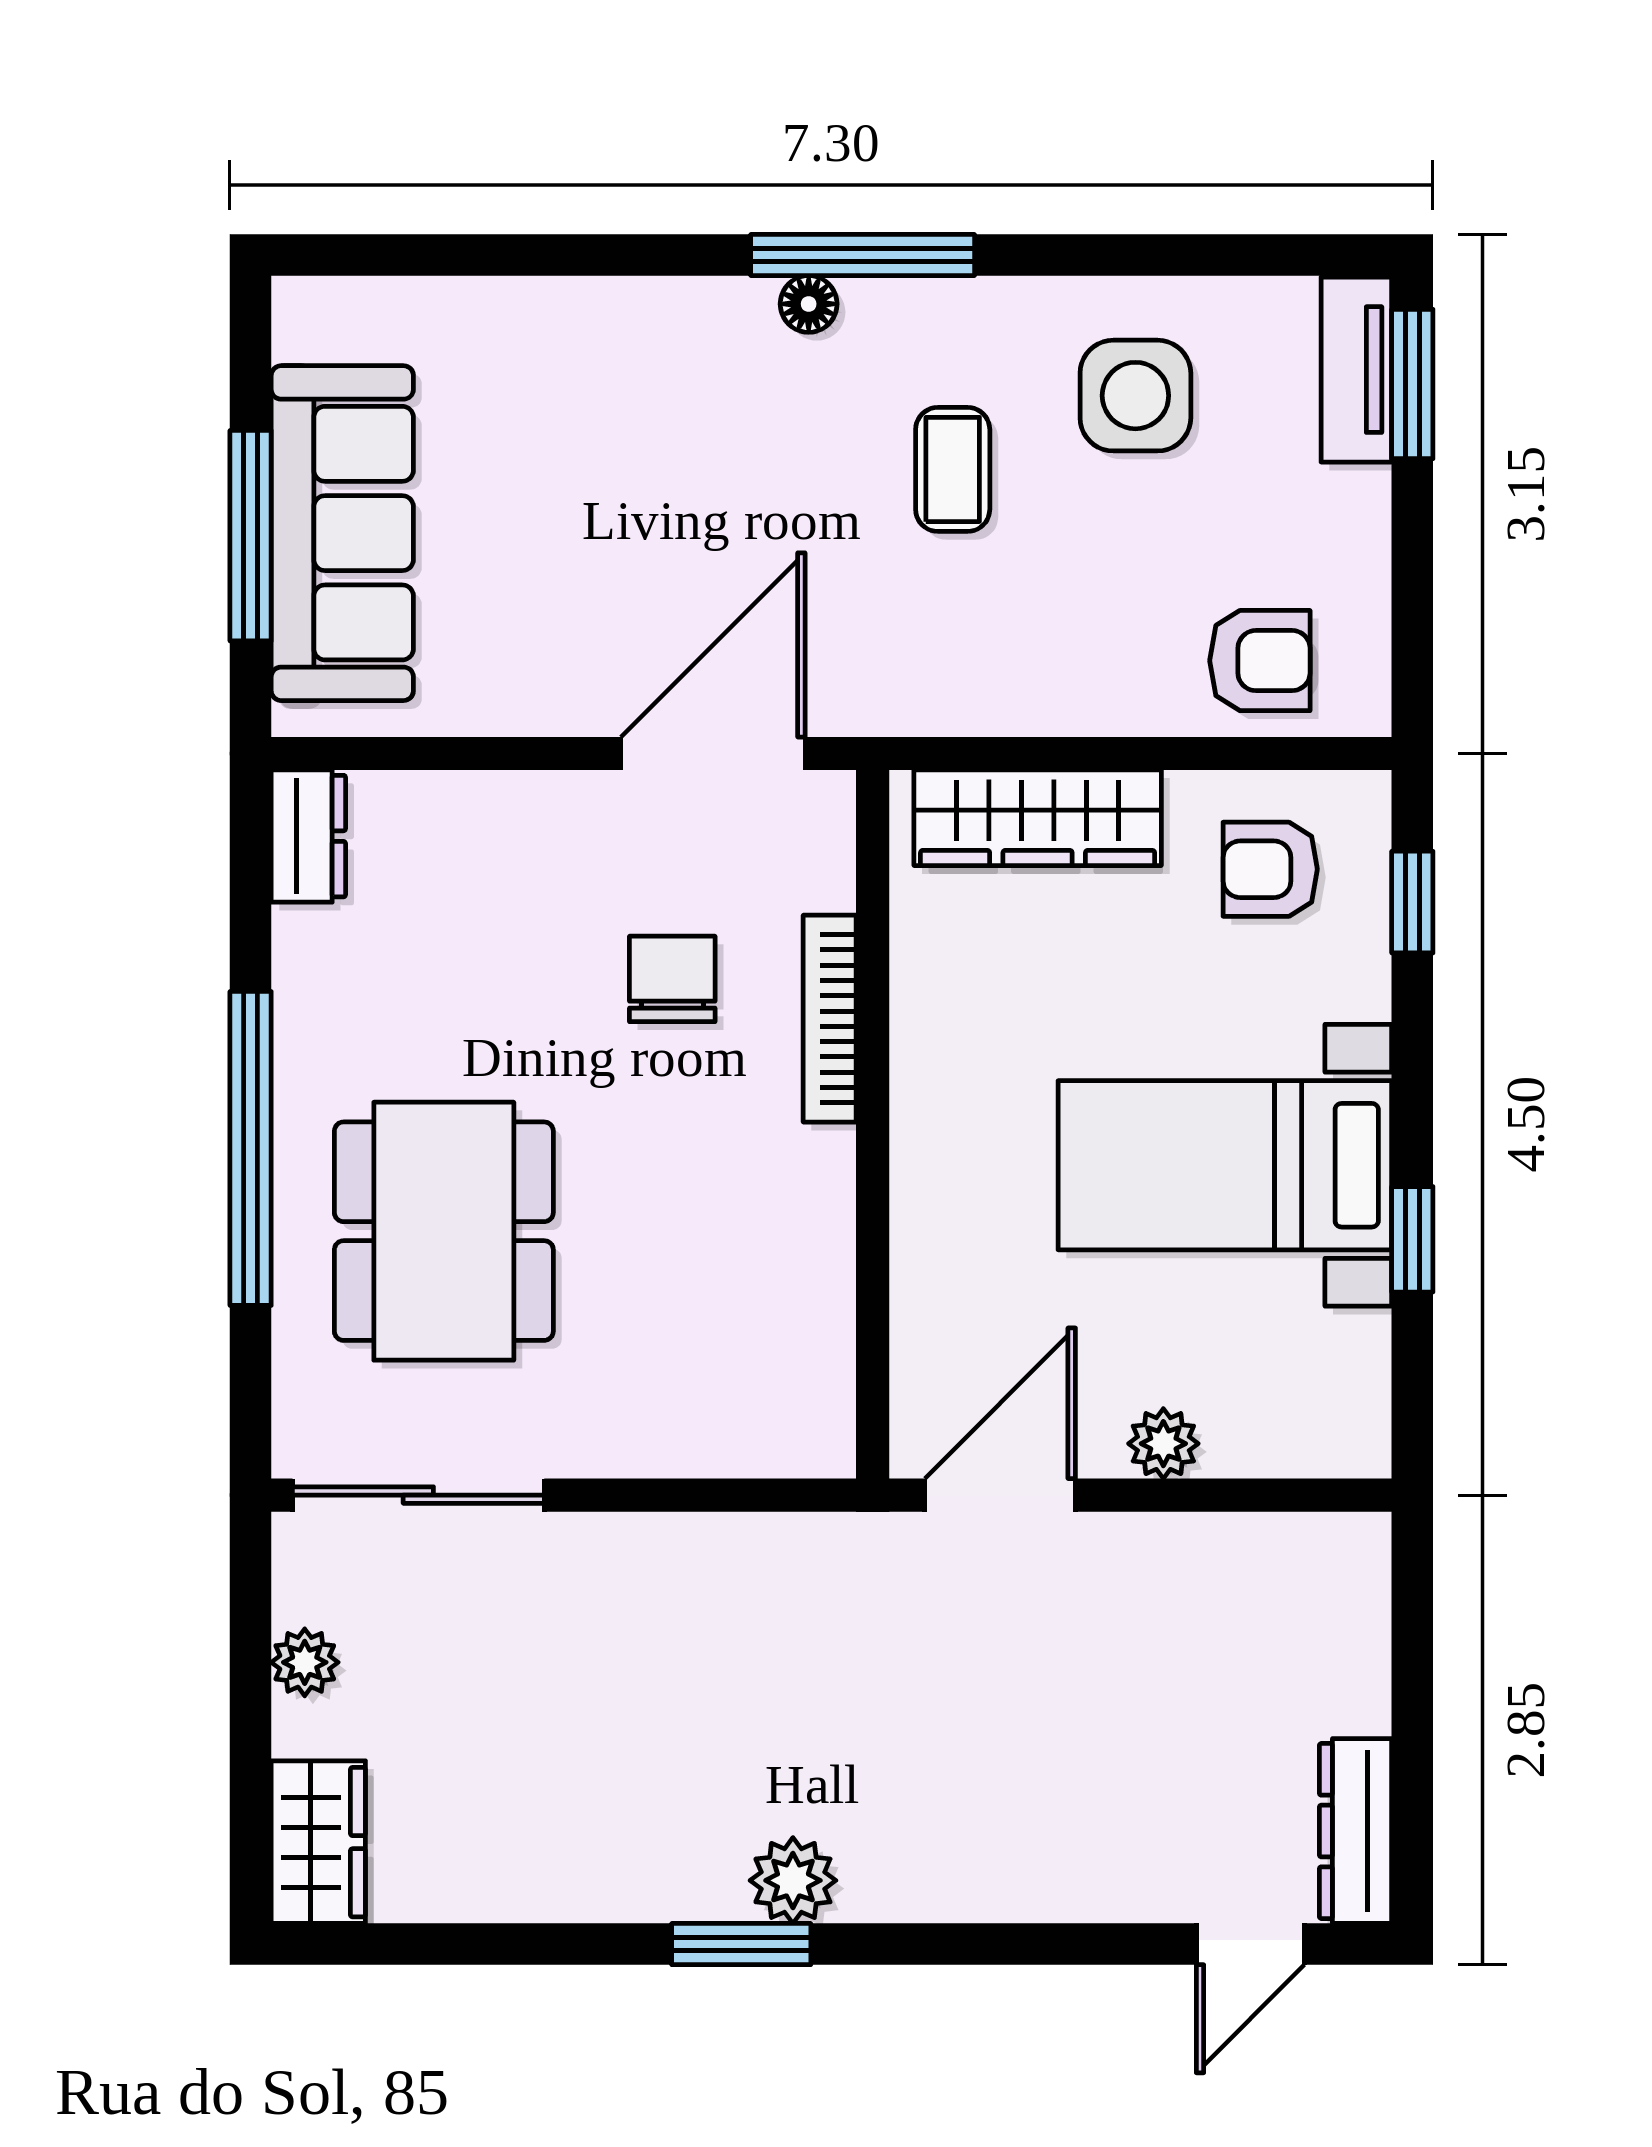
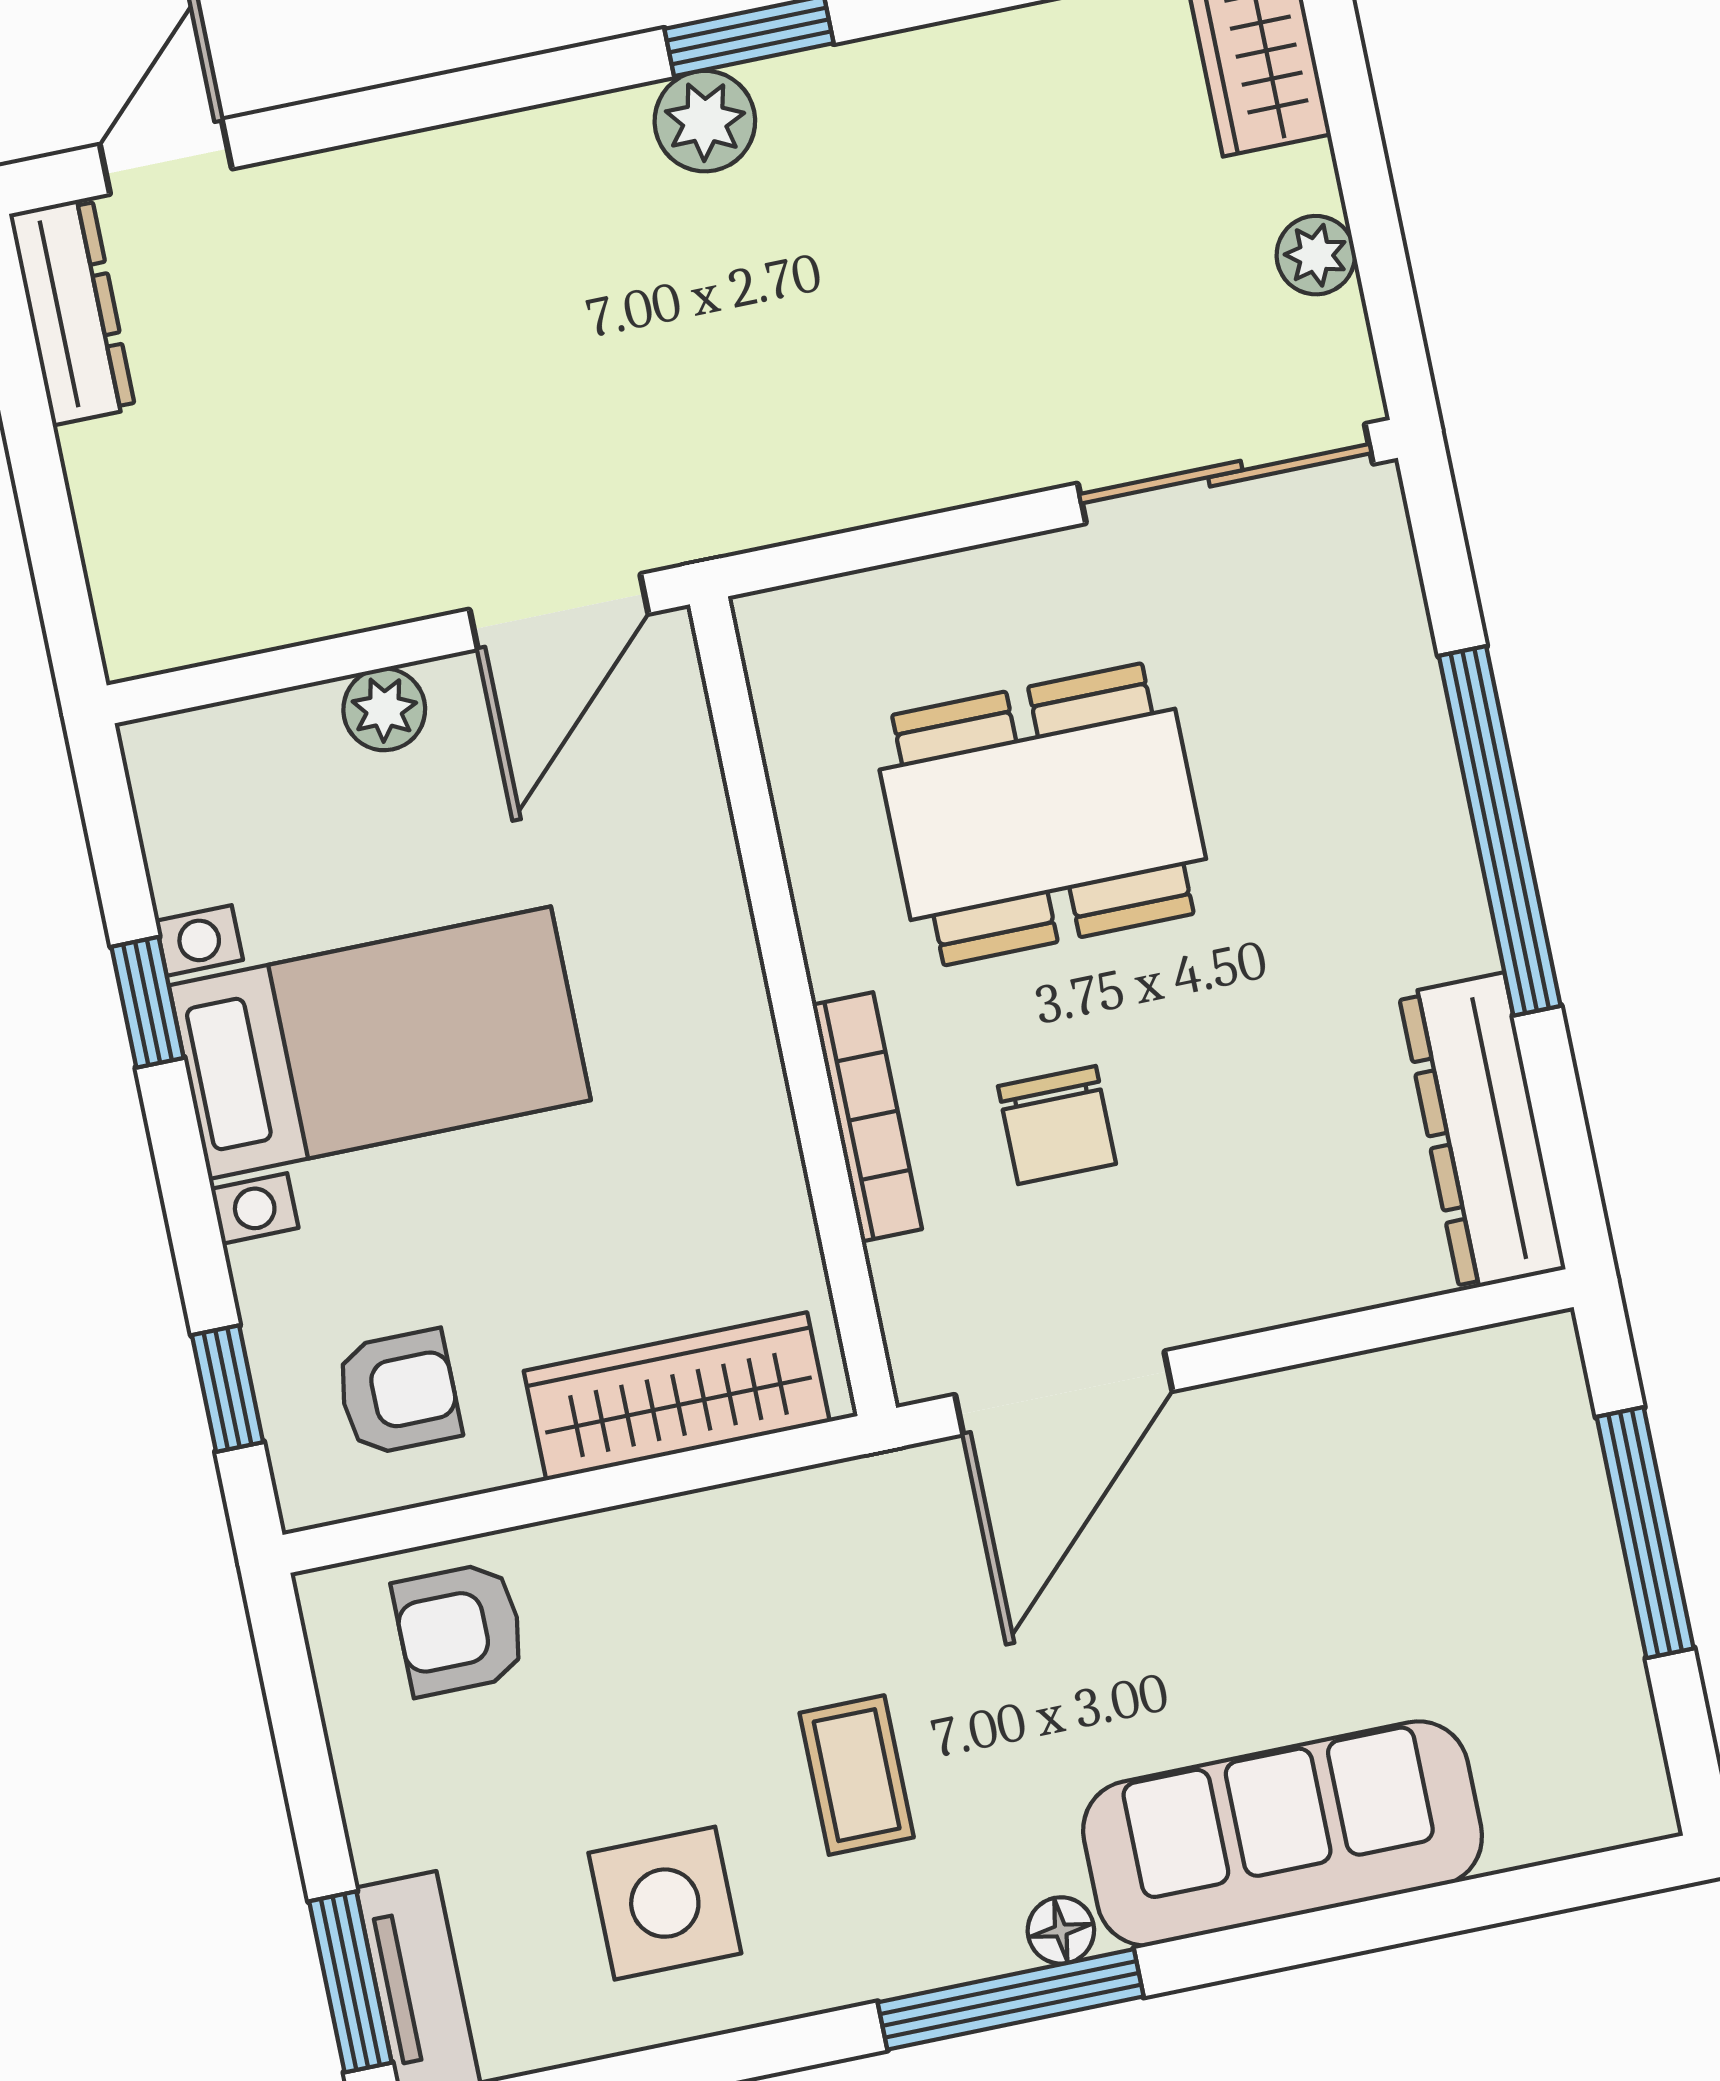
sofa: (342, 533) -> (1283, 1833), moved, turned 90
dresser: (308, 836) -> (1482, 1132), width x1.96, depth x1.24
dining table: (444, 1231) -> (1043, 814), moved, turned 90

